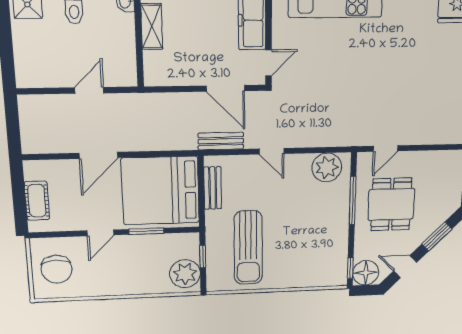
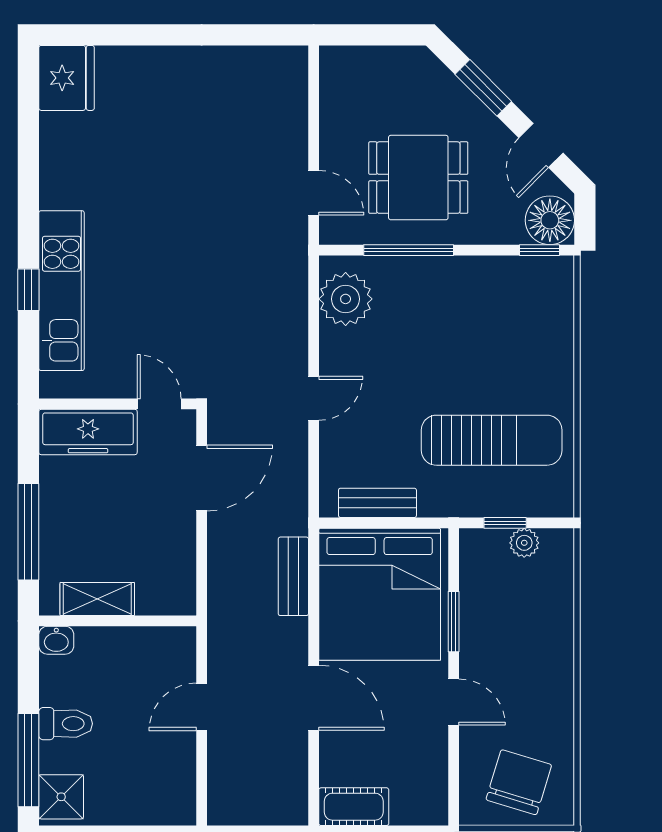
door: (89, 90) -> (202, 707), hinge flipped
bench: (221, 141) -> (293, 576), moved
cot: (37, 201) -> (354, 807), moved
chair: (57, 269) -> (519, 782), turned -71
plant: (185, 274) -> (524, 543), width x0.53, depth x0.53

